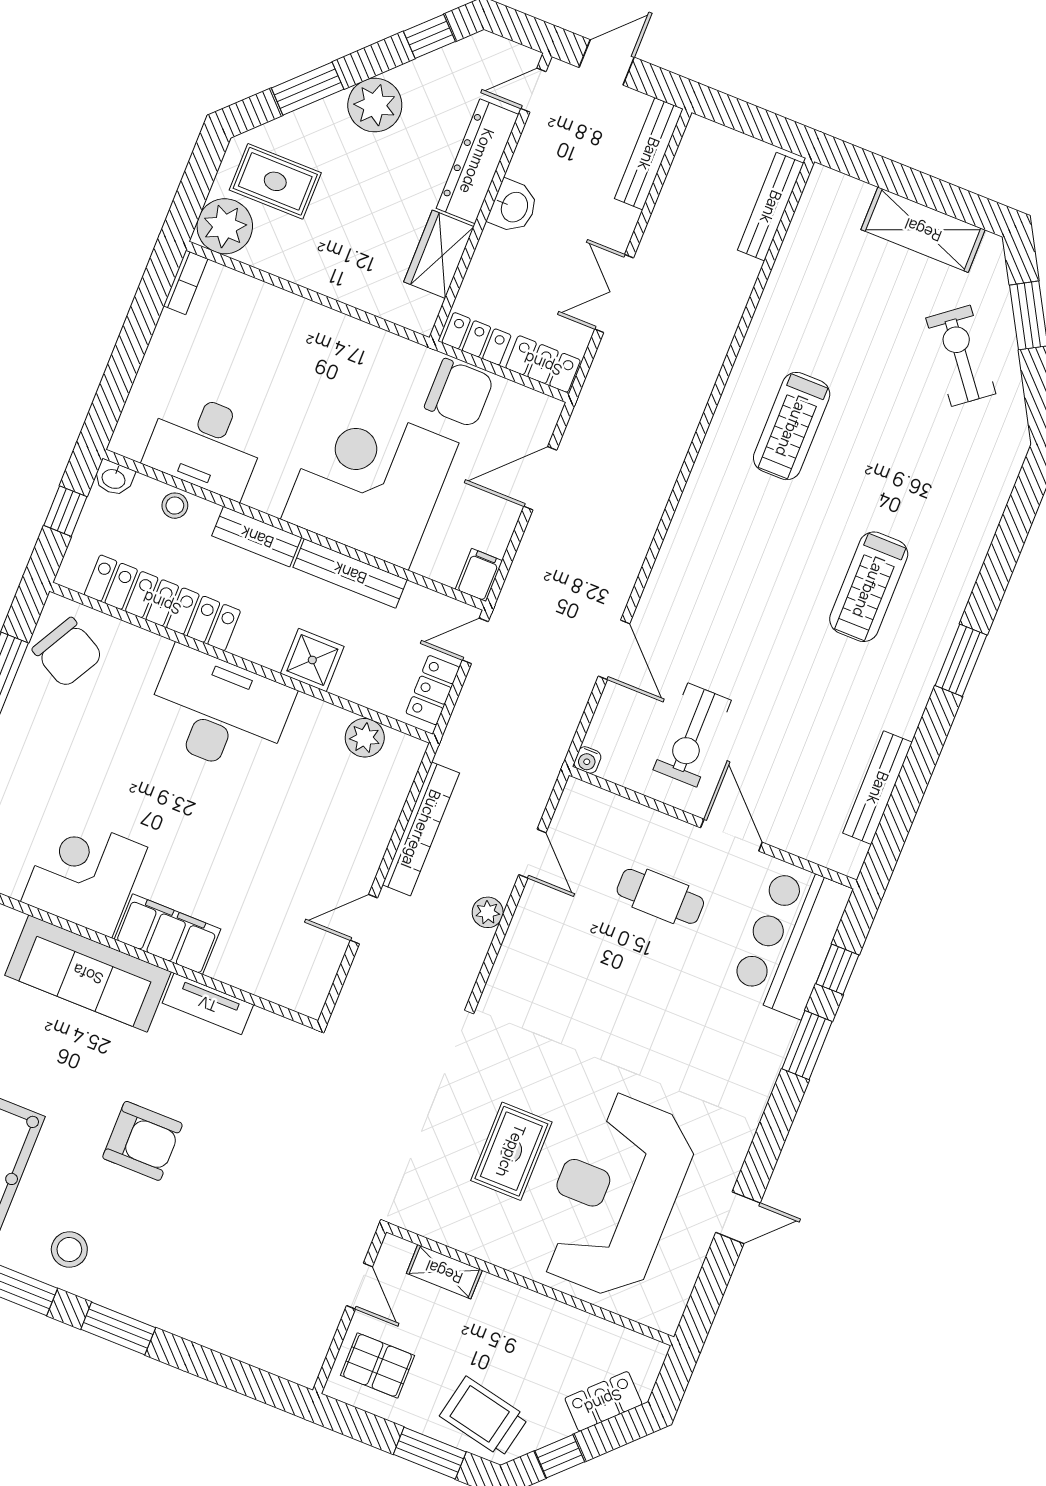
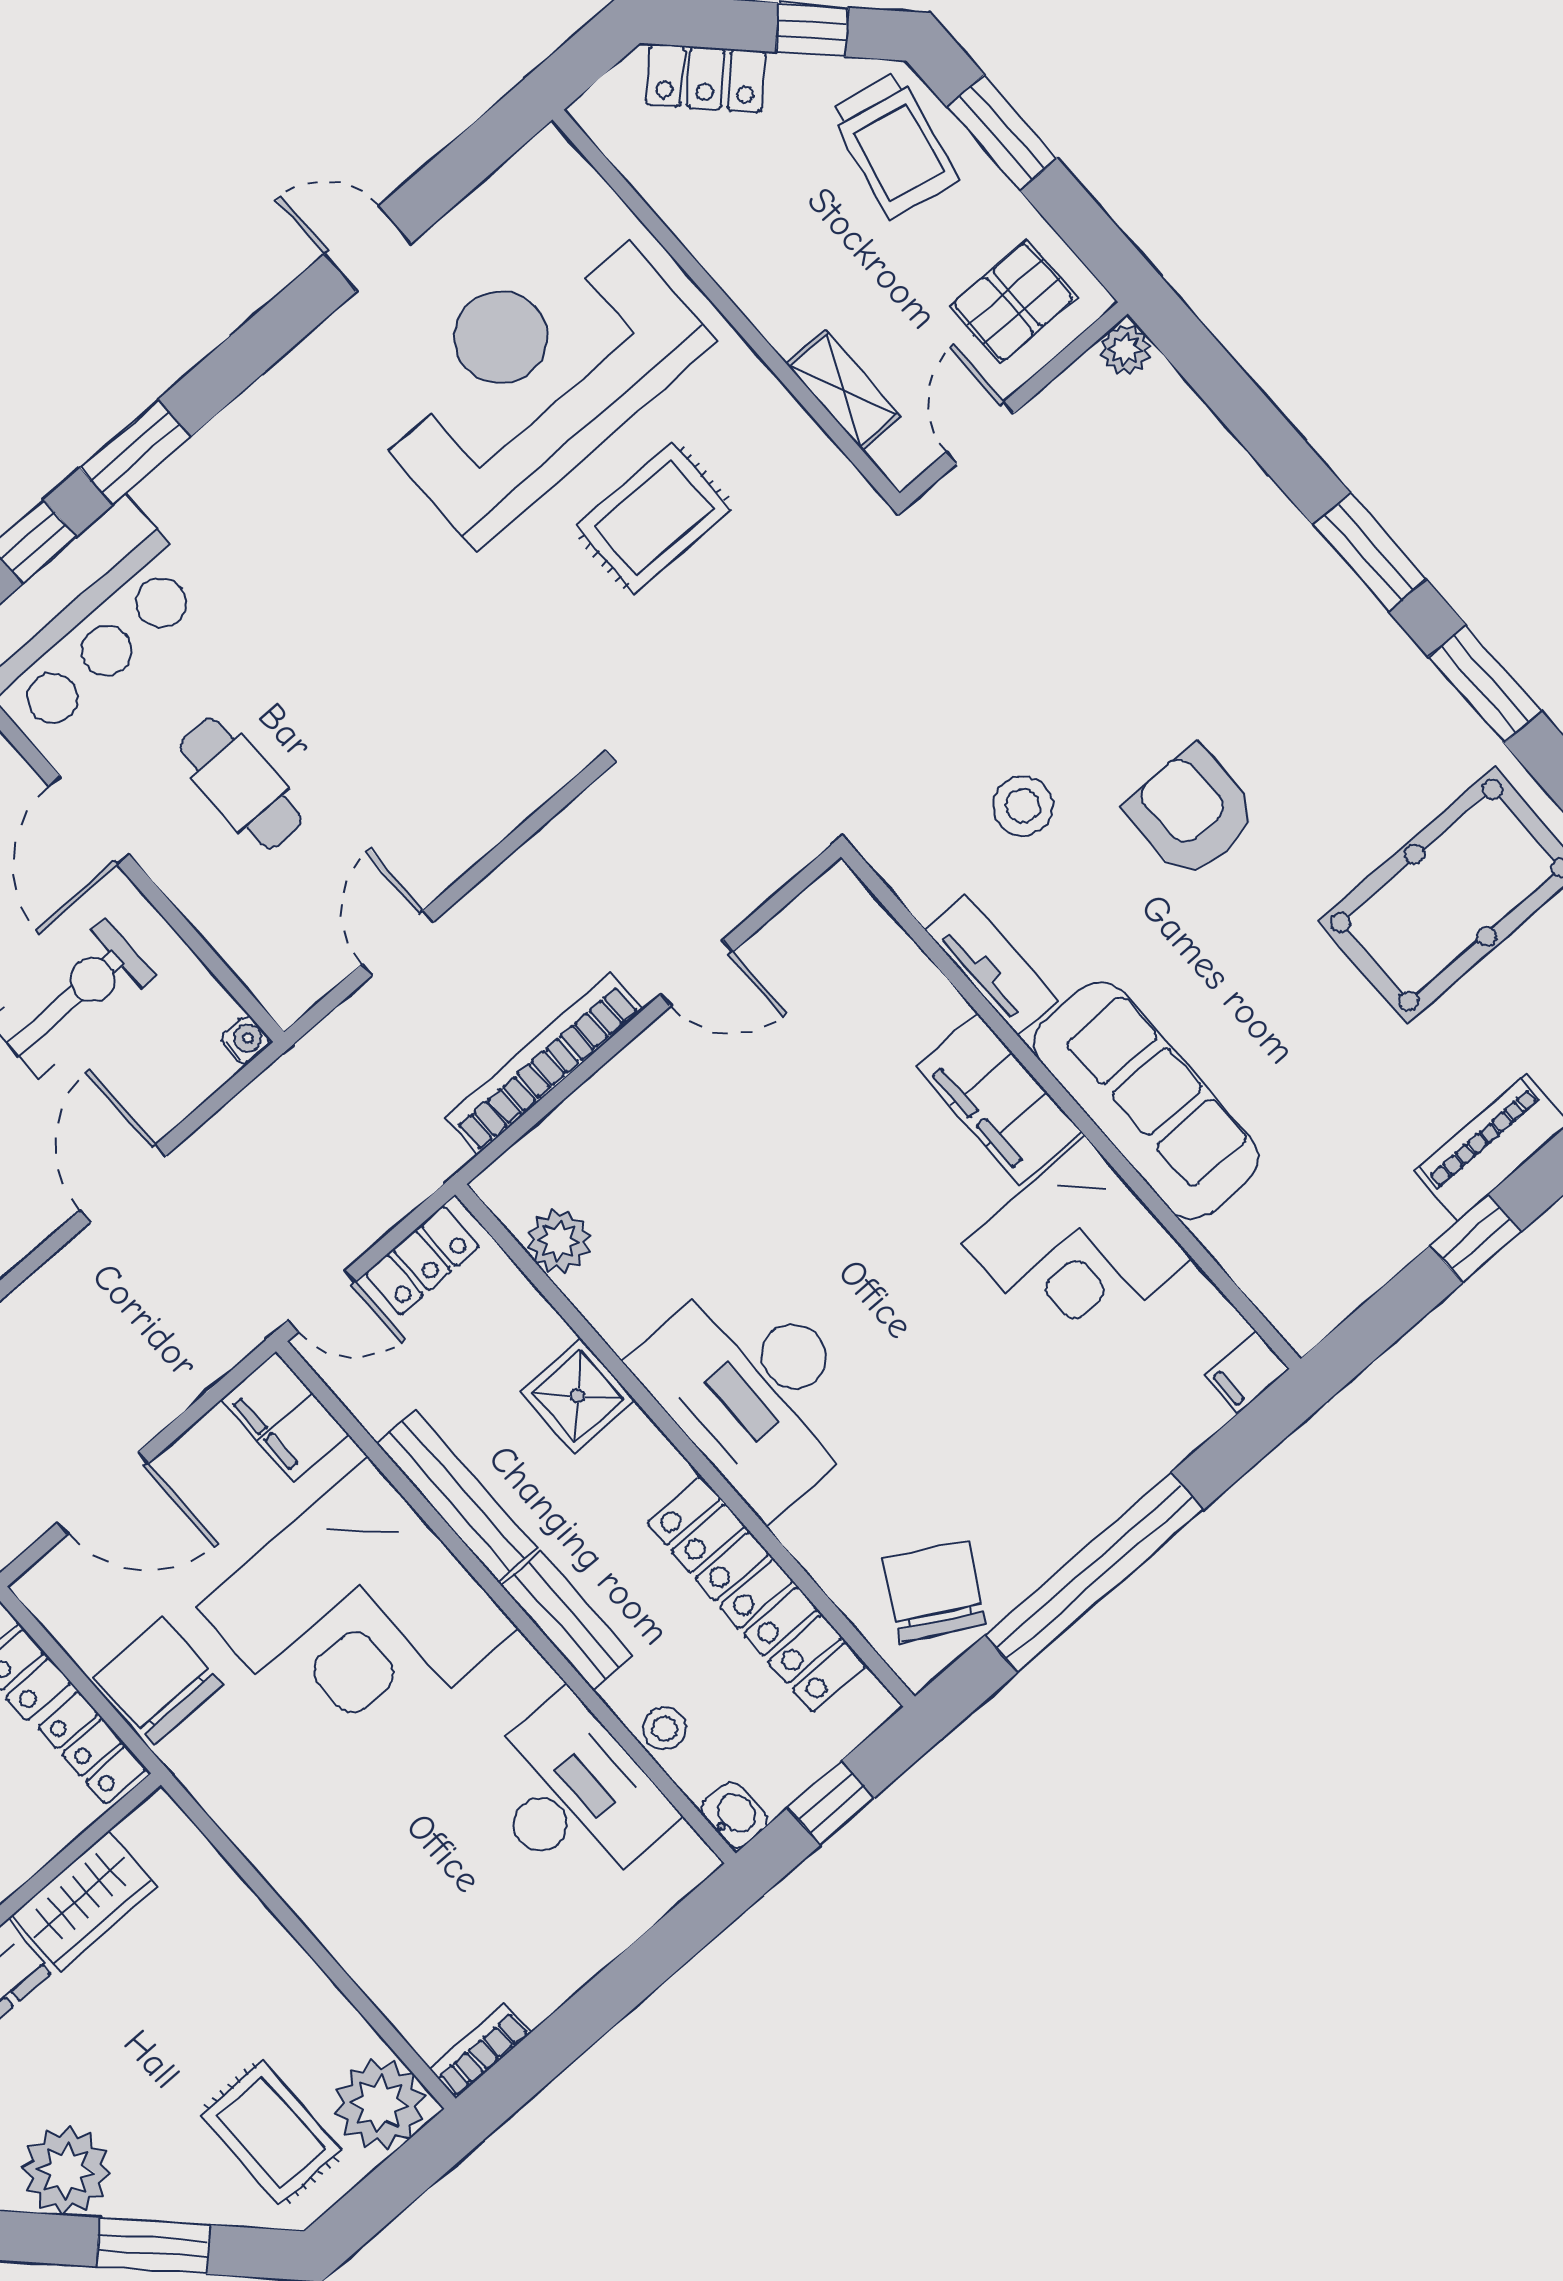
filing cabinet: (479, 575) -> (285, 1417), width x2.00
plant: (488, 912) -> (1125, 349), moved
reception desk: (615, 1195) -> (534, 375), turned 180
stool: (69, 1250) -> (1023, 806), moved
pallet: (378, 1365) -> (1013, 302), turned 90

